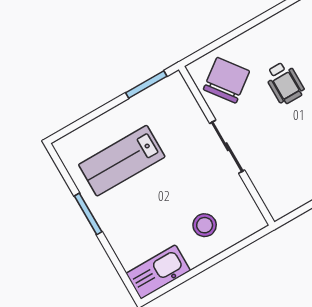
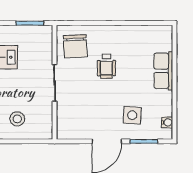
chair: (226, 80) -> (75, 46), turned 124

